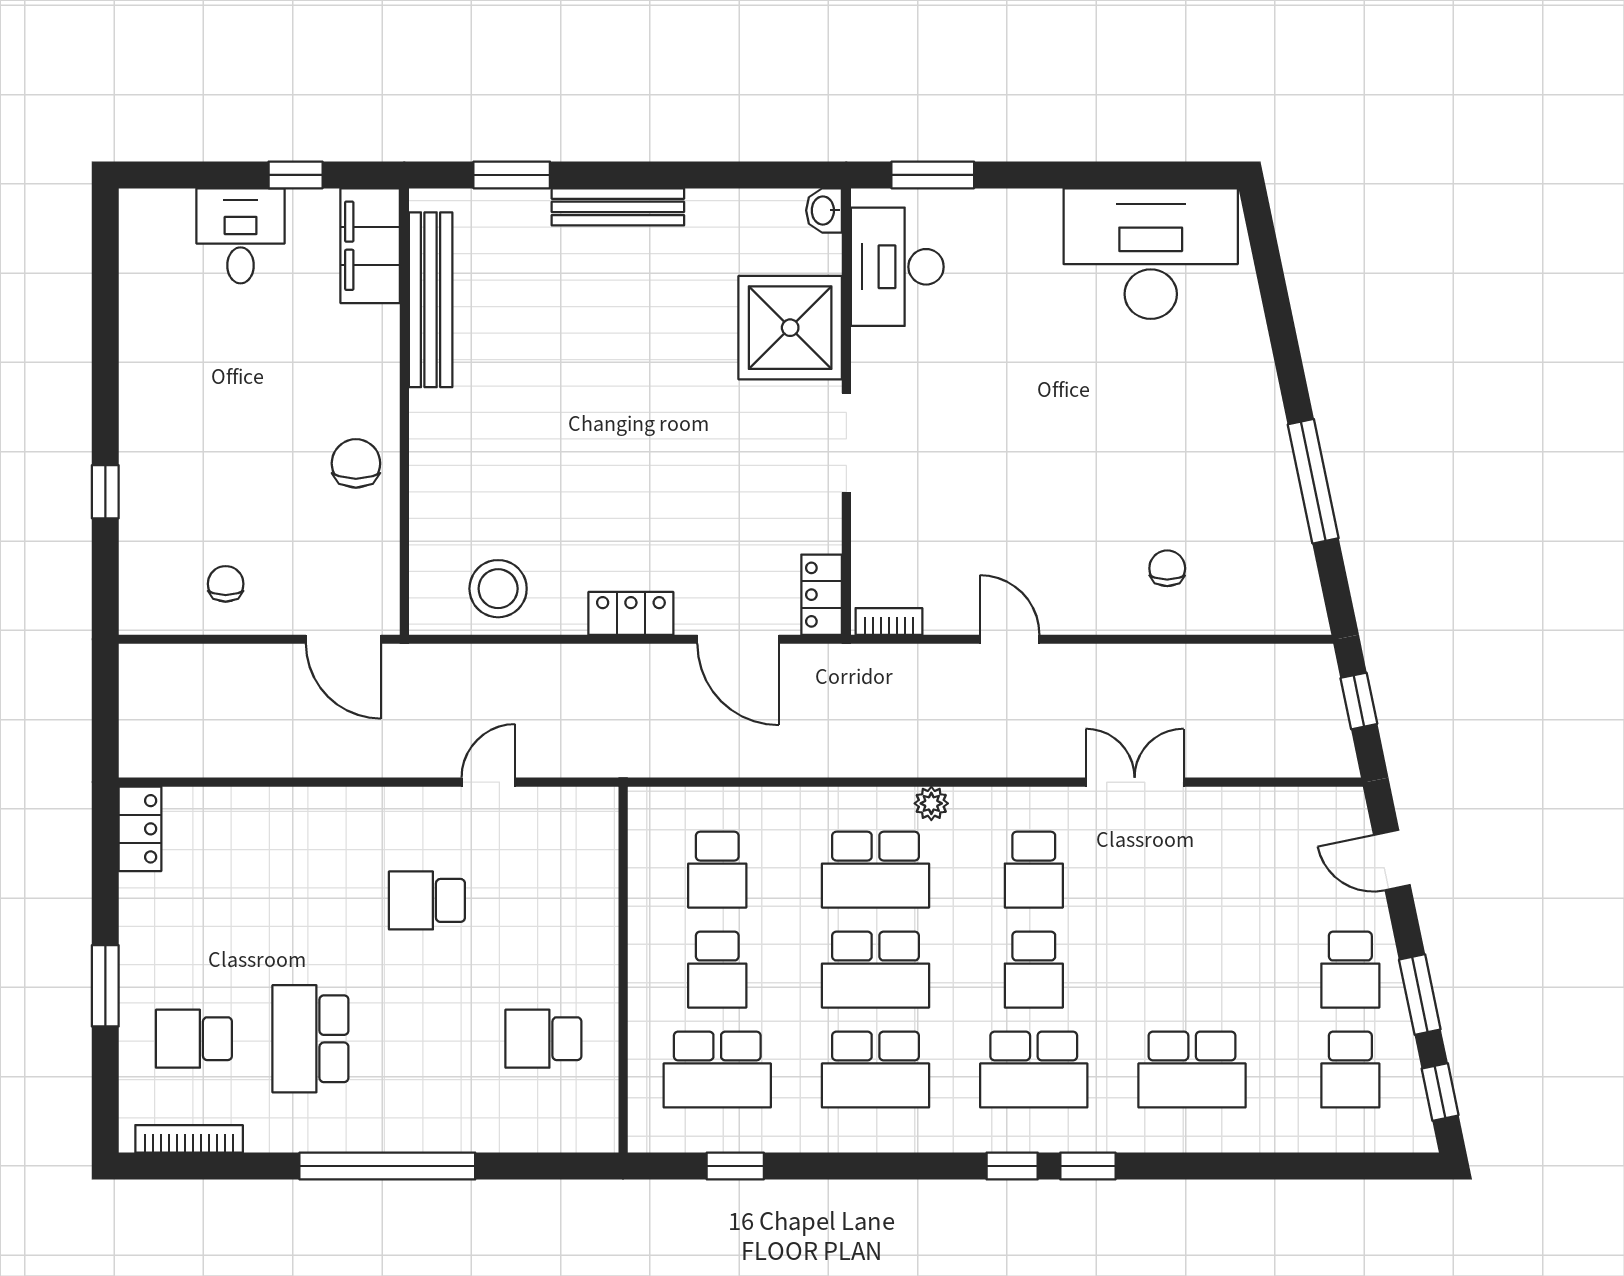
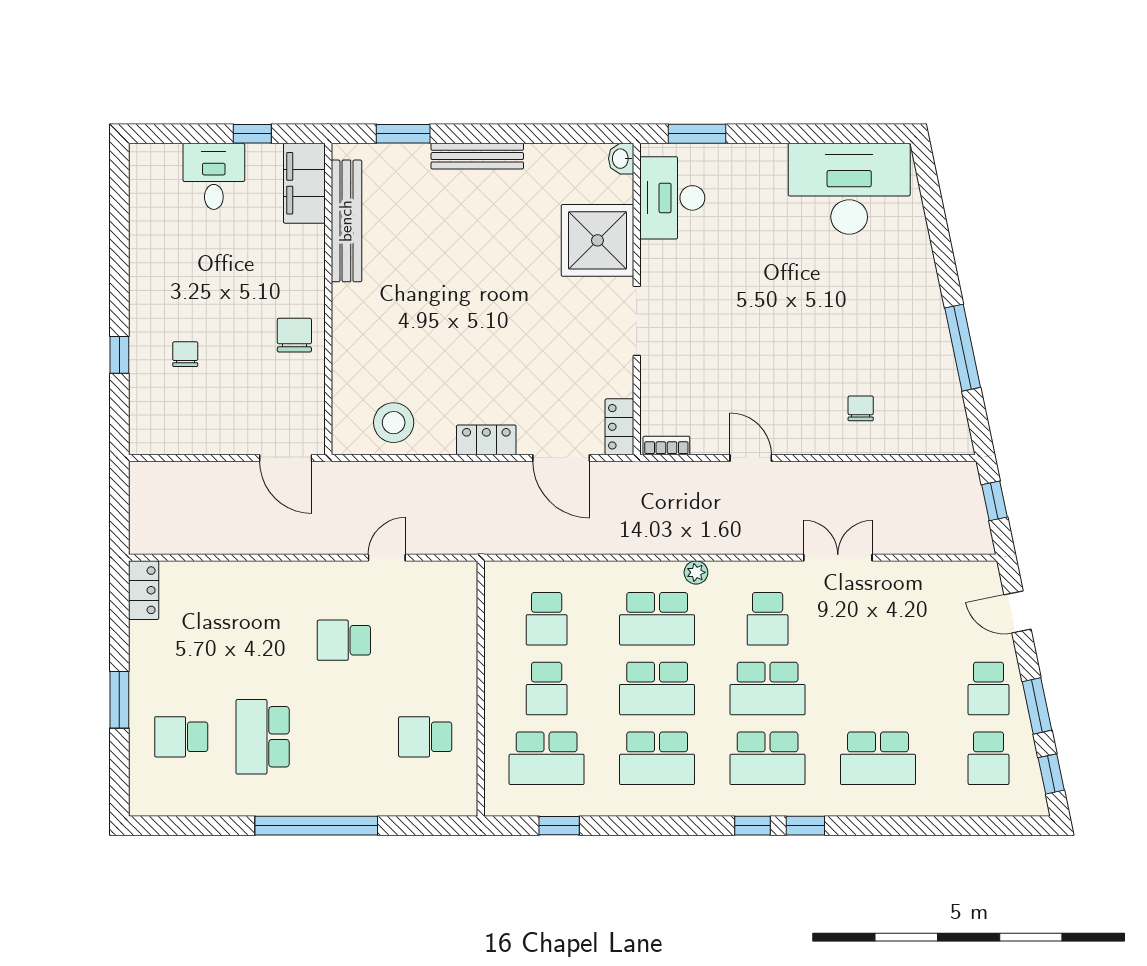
chair: (226, 584) -> (185, 354), moved
school desk: (1034, 970) -> (768, 688), width x1.85
bookcase: (189, 1139) -> (178, 807), removed

